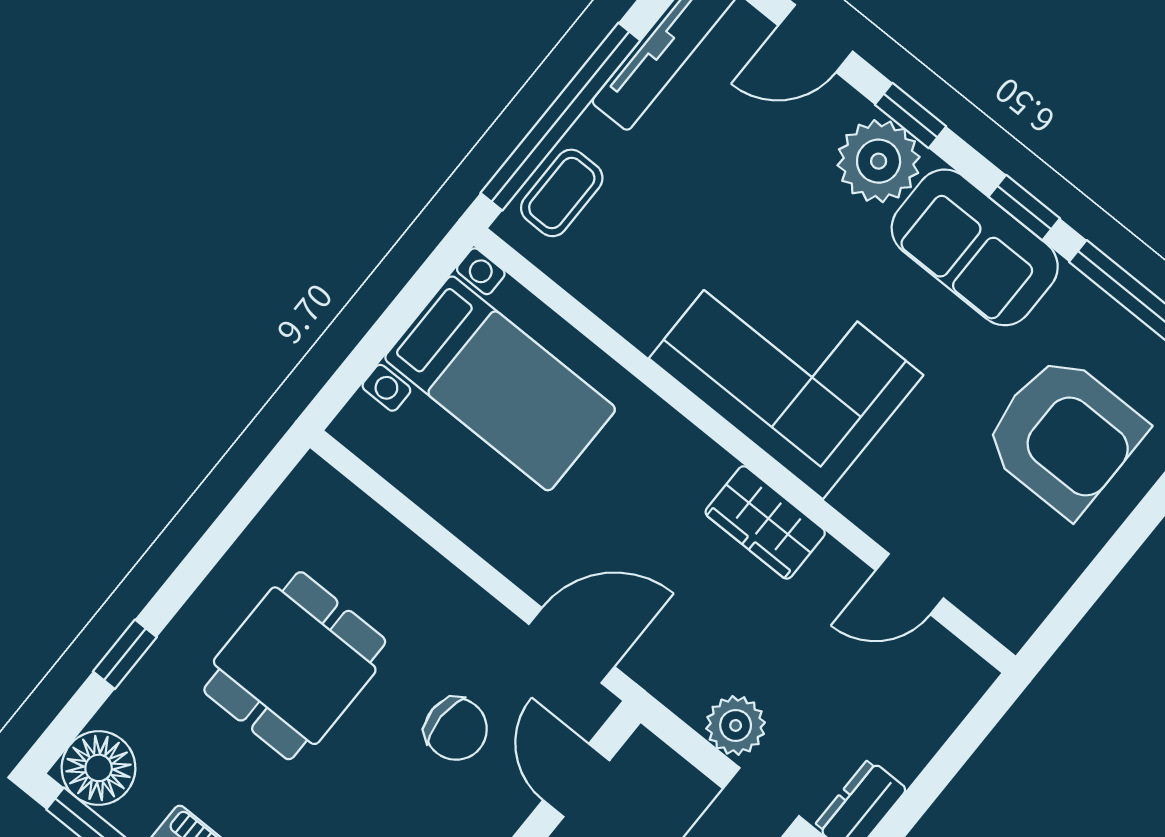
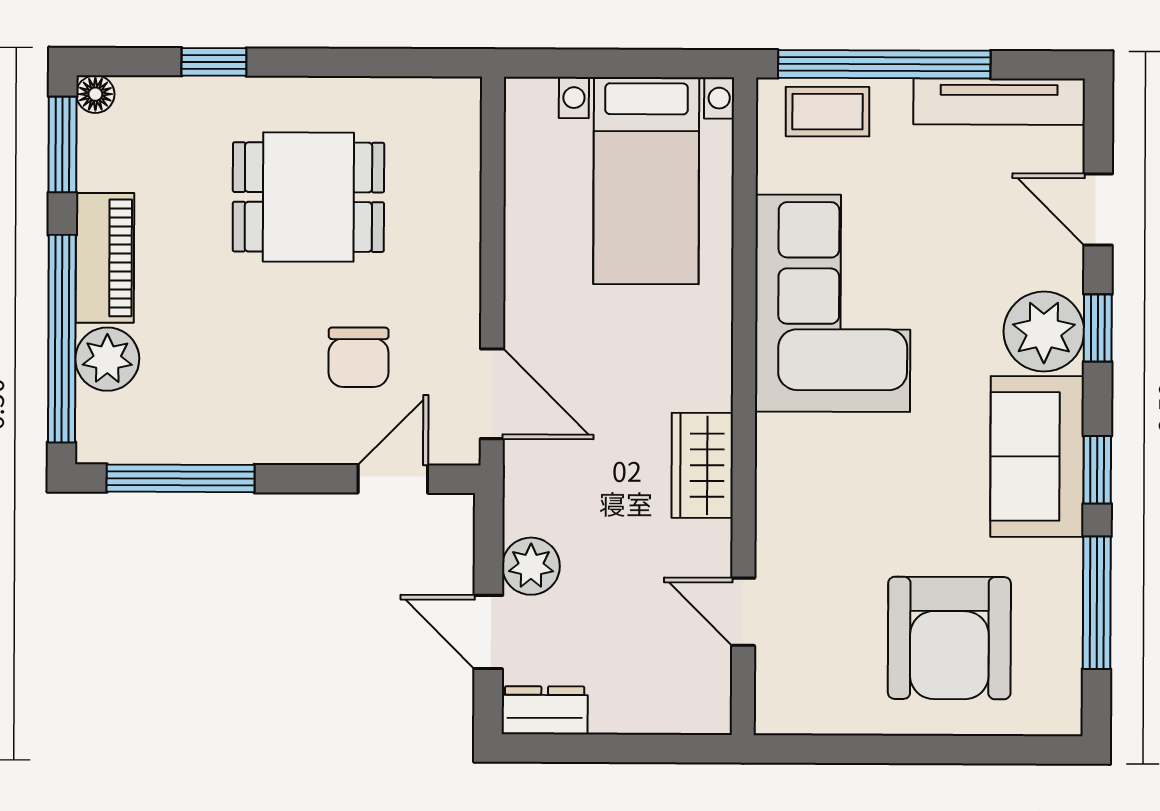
corner sofa: (786, 367) -> (833, 303), moved
floor lamp: (99, 768) -> (95, 94), width x0.53, depth x0.53

